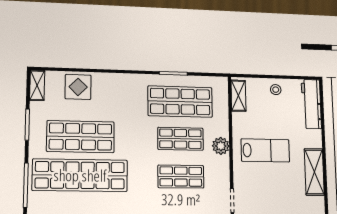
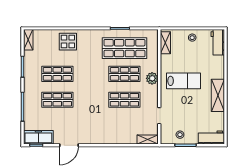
display table: (78, 87) -> (68, 42), moved
workbench: (311, 104) -> (218, 42), width x0.73
shop shelf: (81, 137) -> (57, 74), width x0.70, depth x0.74
shop shelf: (80, 175) -> (57, 100), width x0.50, depth x0.74

